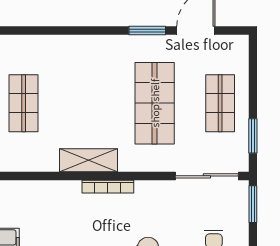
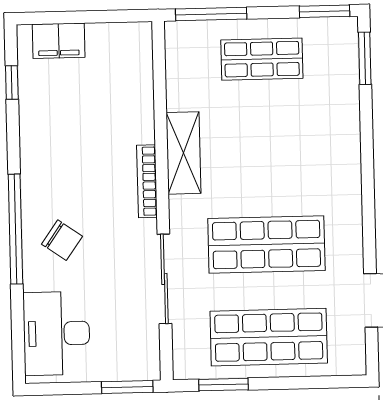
window: (147, 31) -> (365, 58), moved
shop shelf: (220, 103) -> (269, 337), width x1.43, depth x1.36
sliding door: (207, 176) -> (164, 279), moved

